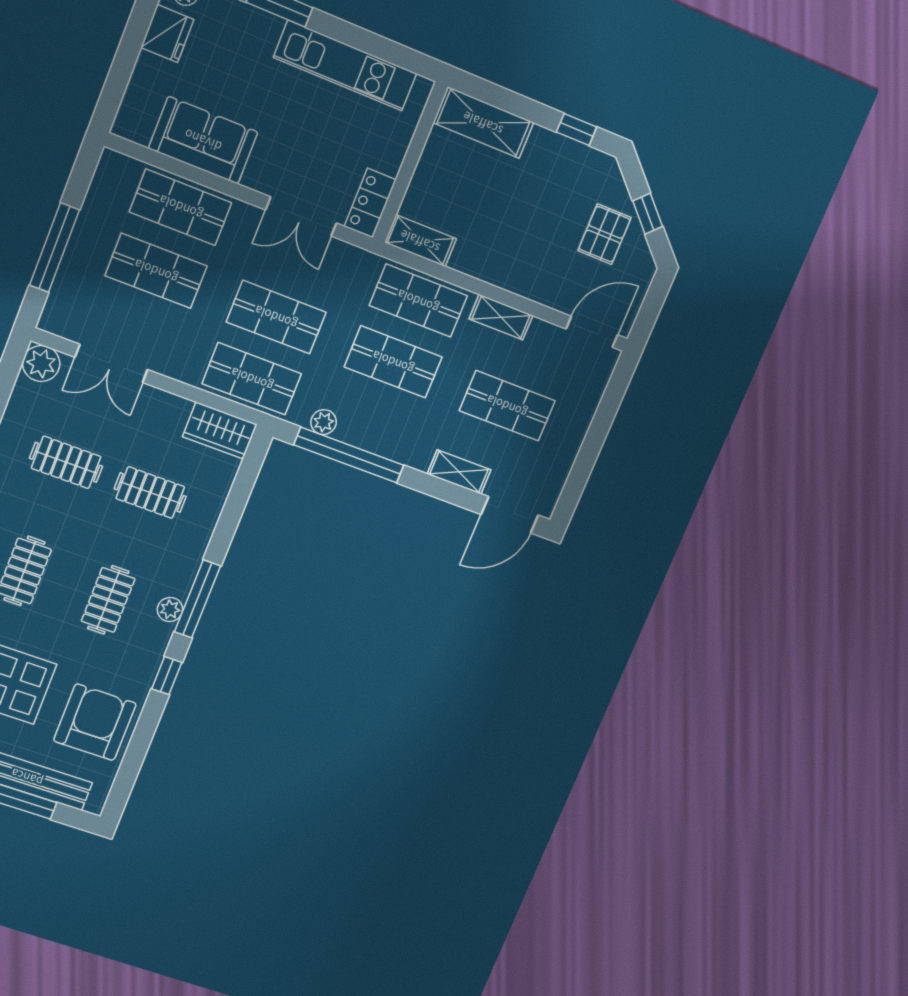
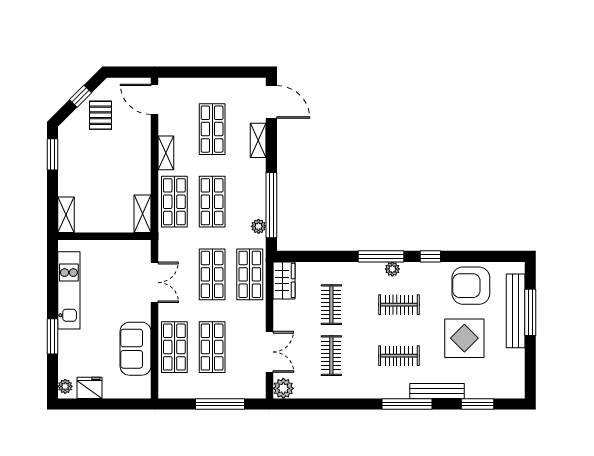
shelving: (483, 123) -> (66, 215), width x0.67, depth x0.75
window: (577, 130) -> (52, 154), width x1.50
locker: (370, 203) -> (133, 249), removed
pallet: (604, 234) -> (100, 115), turned 90

